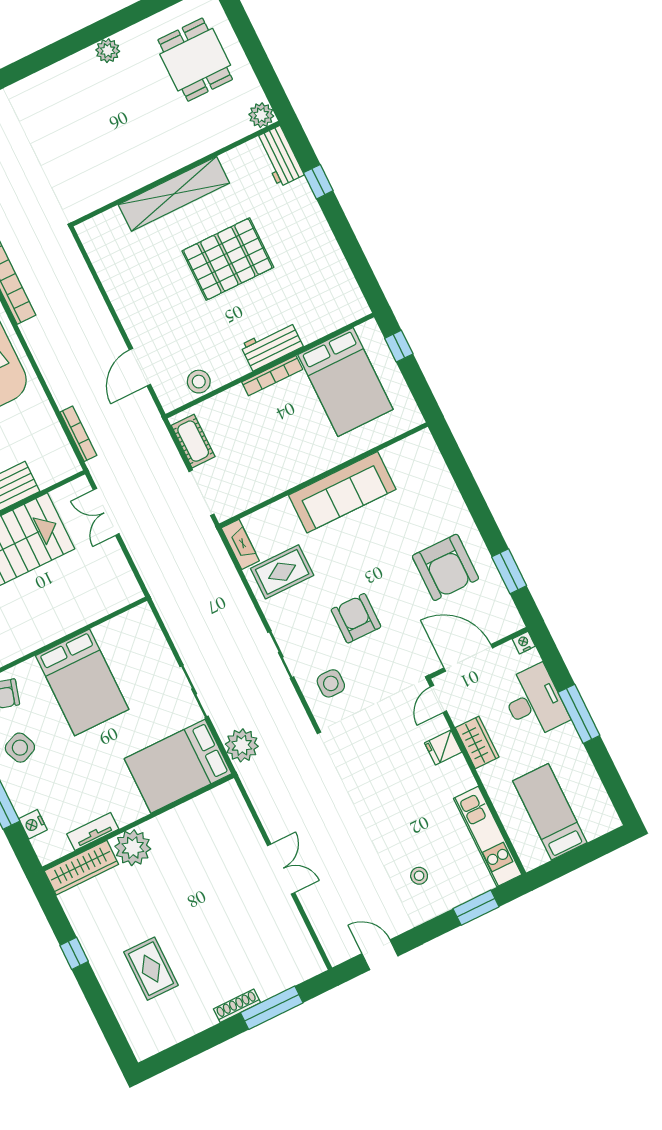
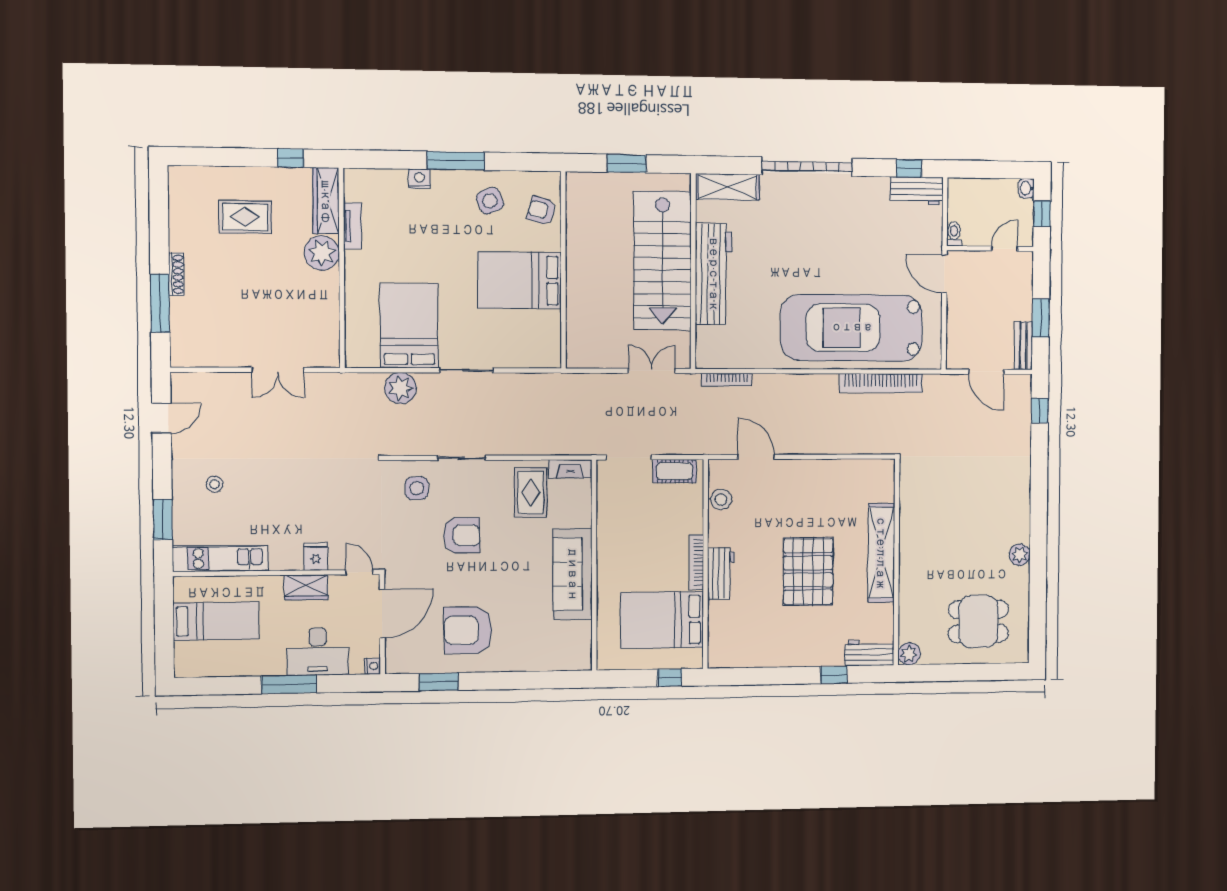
wall: (138, 822) -> (342, 268), moved
tv unit: (93, 831) -> (353, 226), moved
plant: (133, 848) -> (322, 253), moved
wardrobe: (81, 868) -> (326, 201), moved

